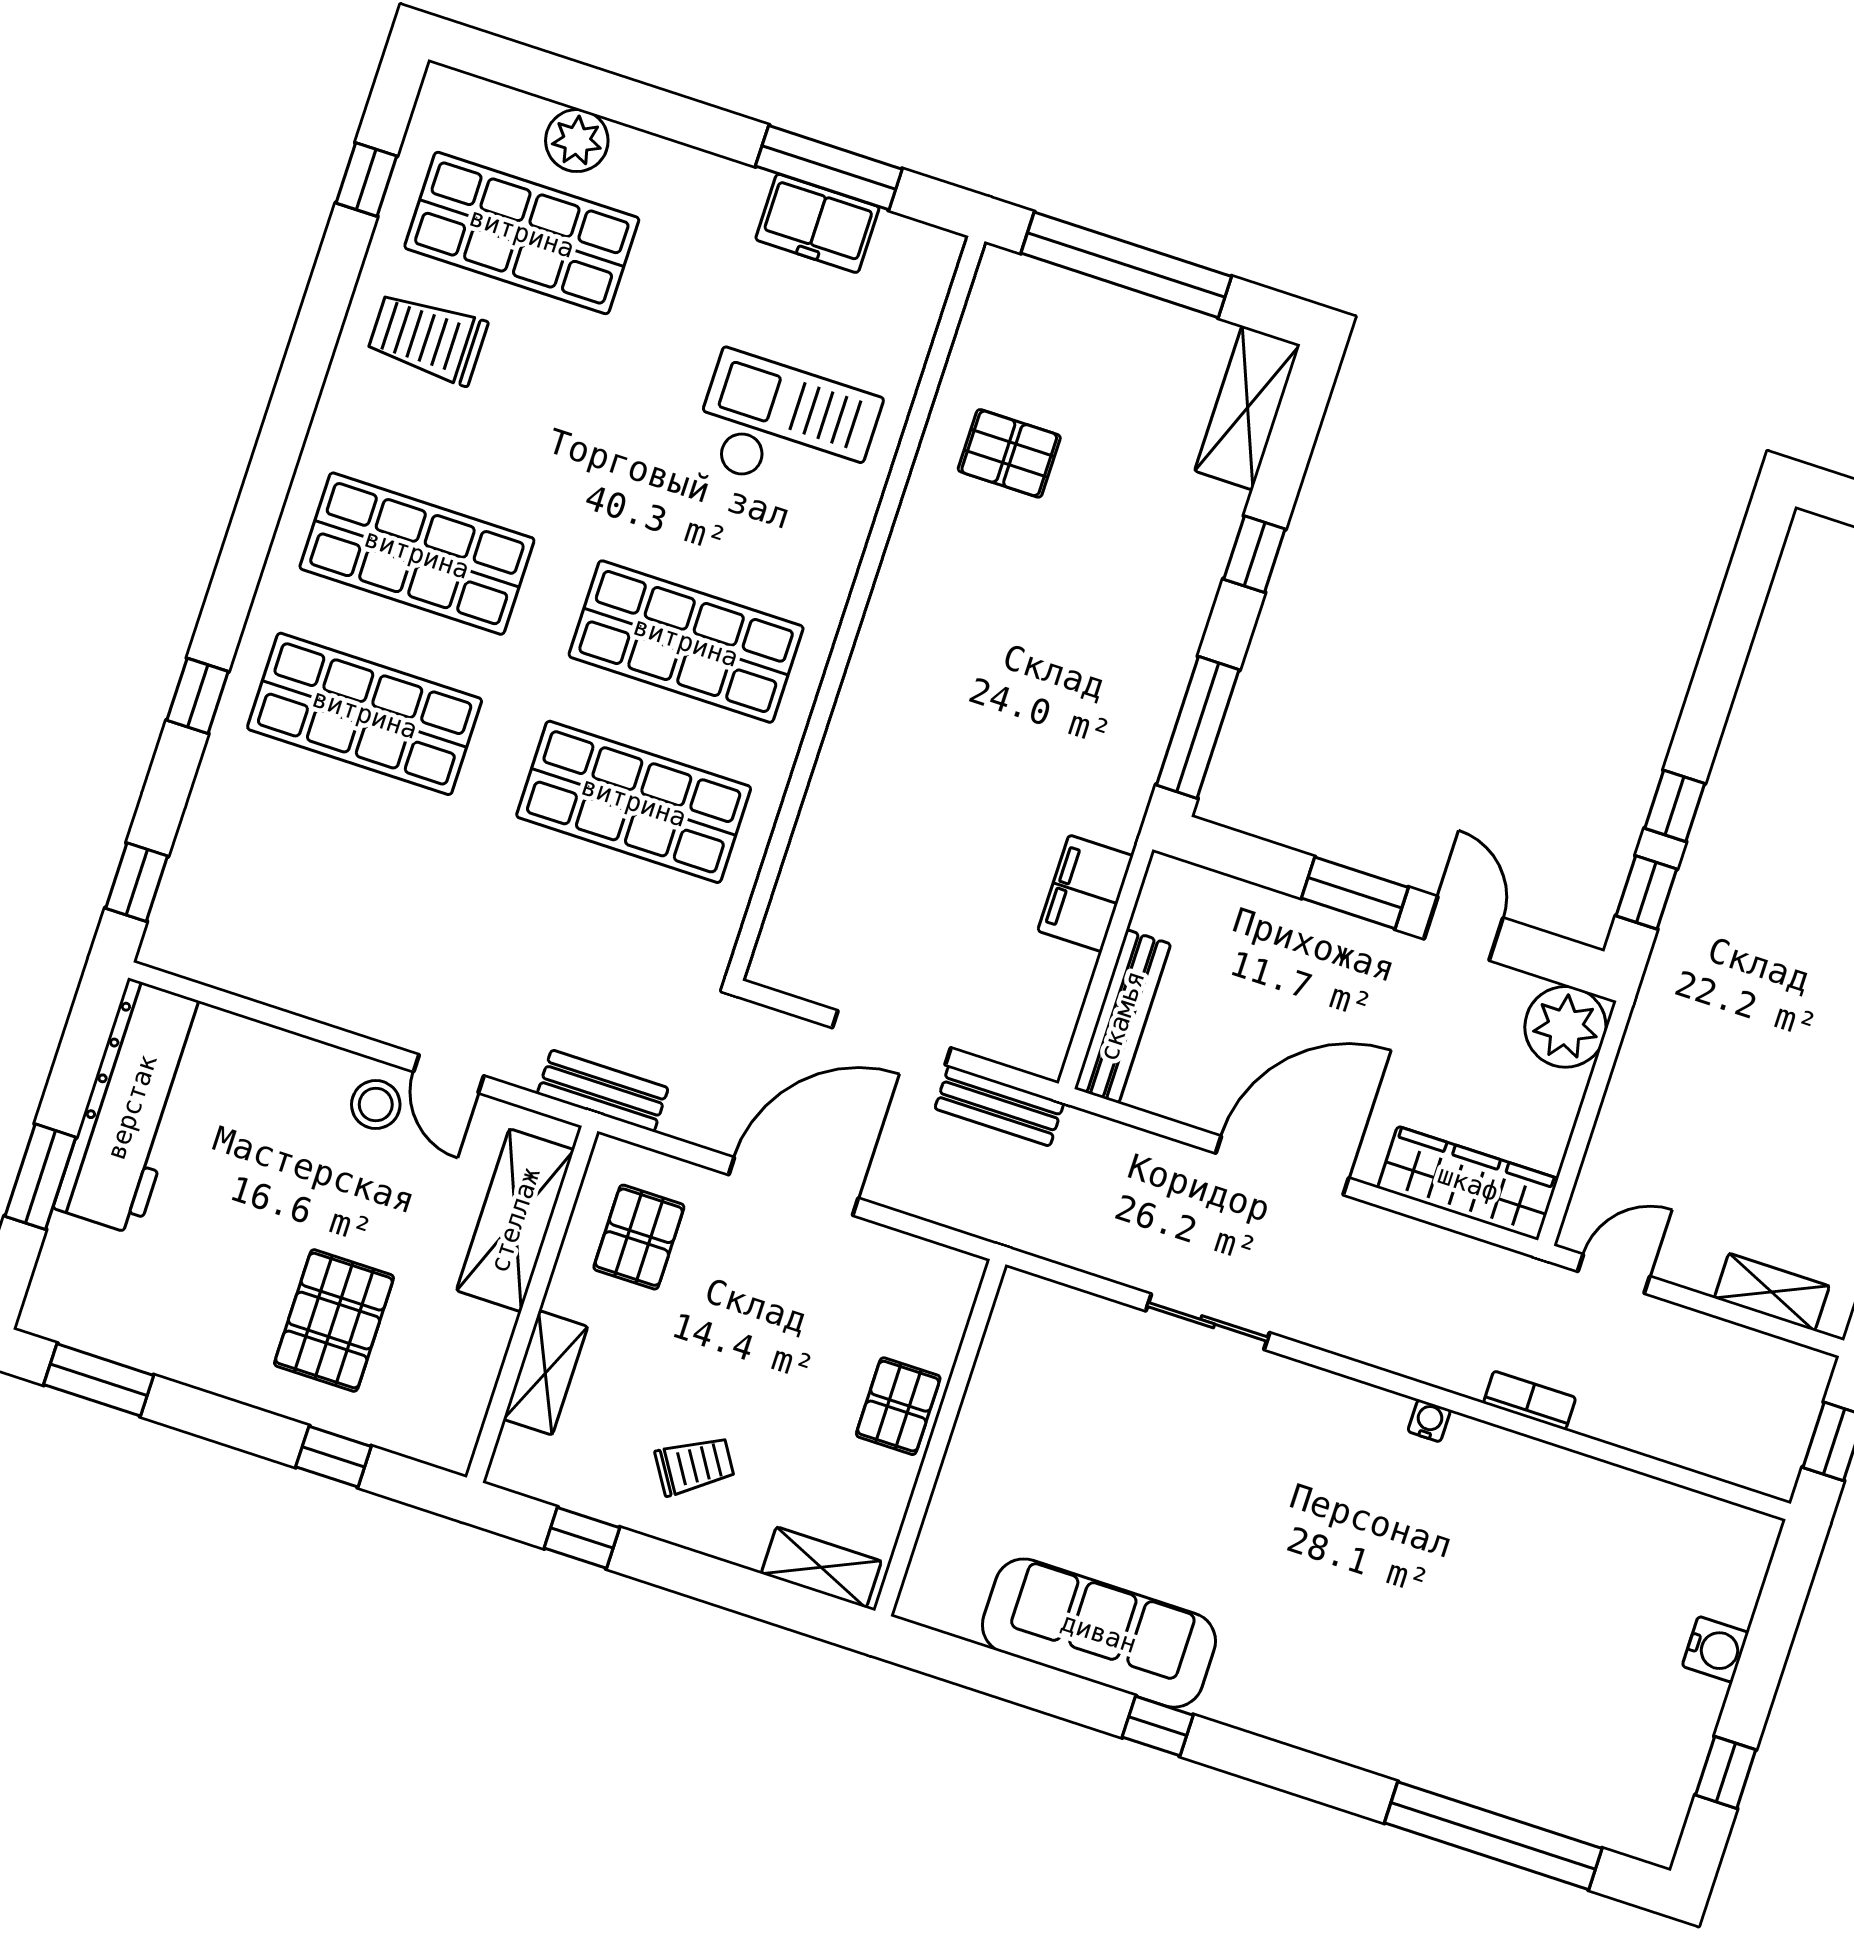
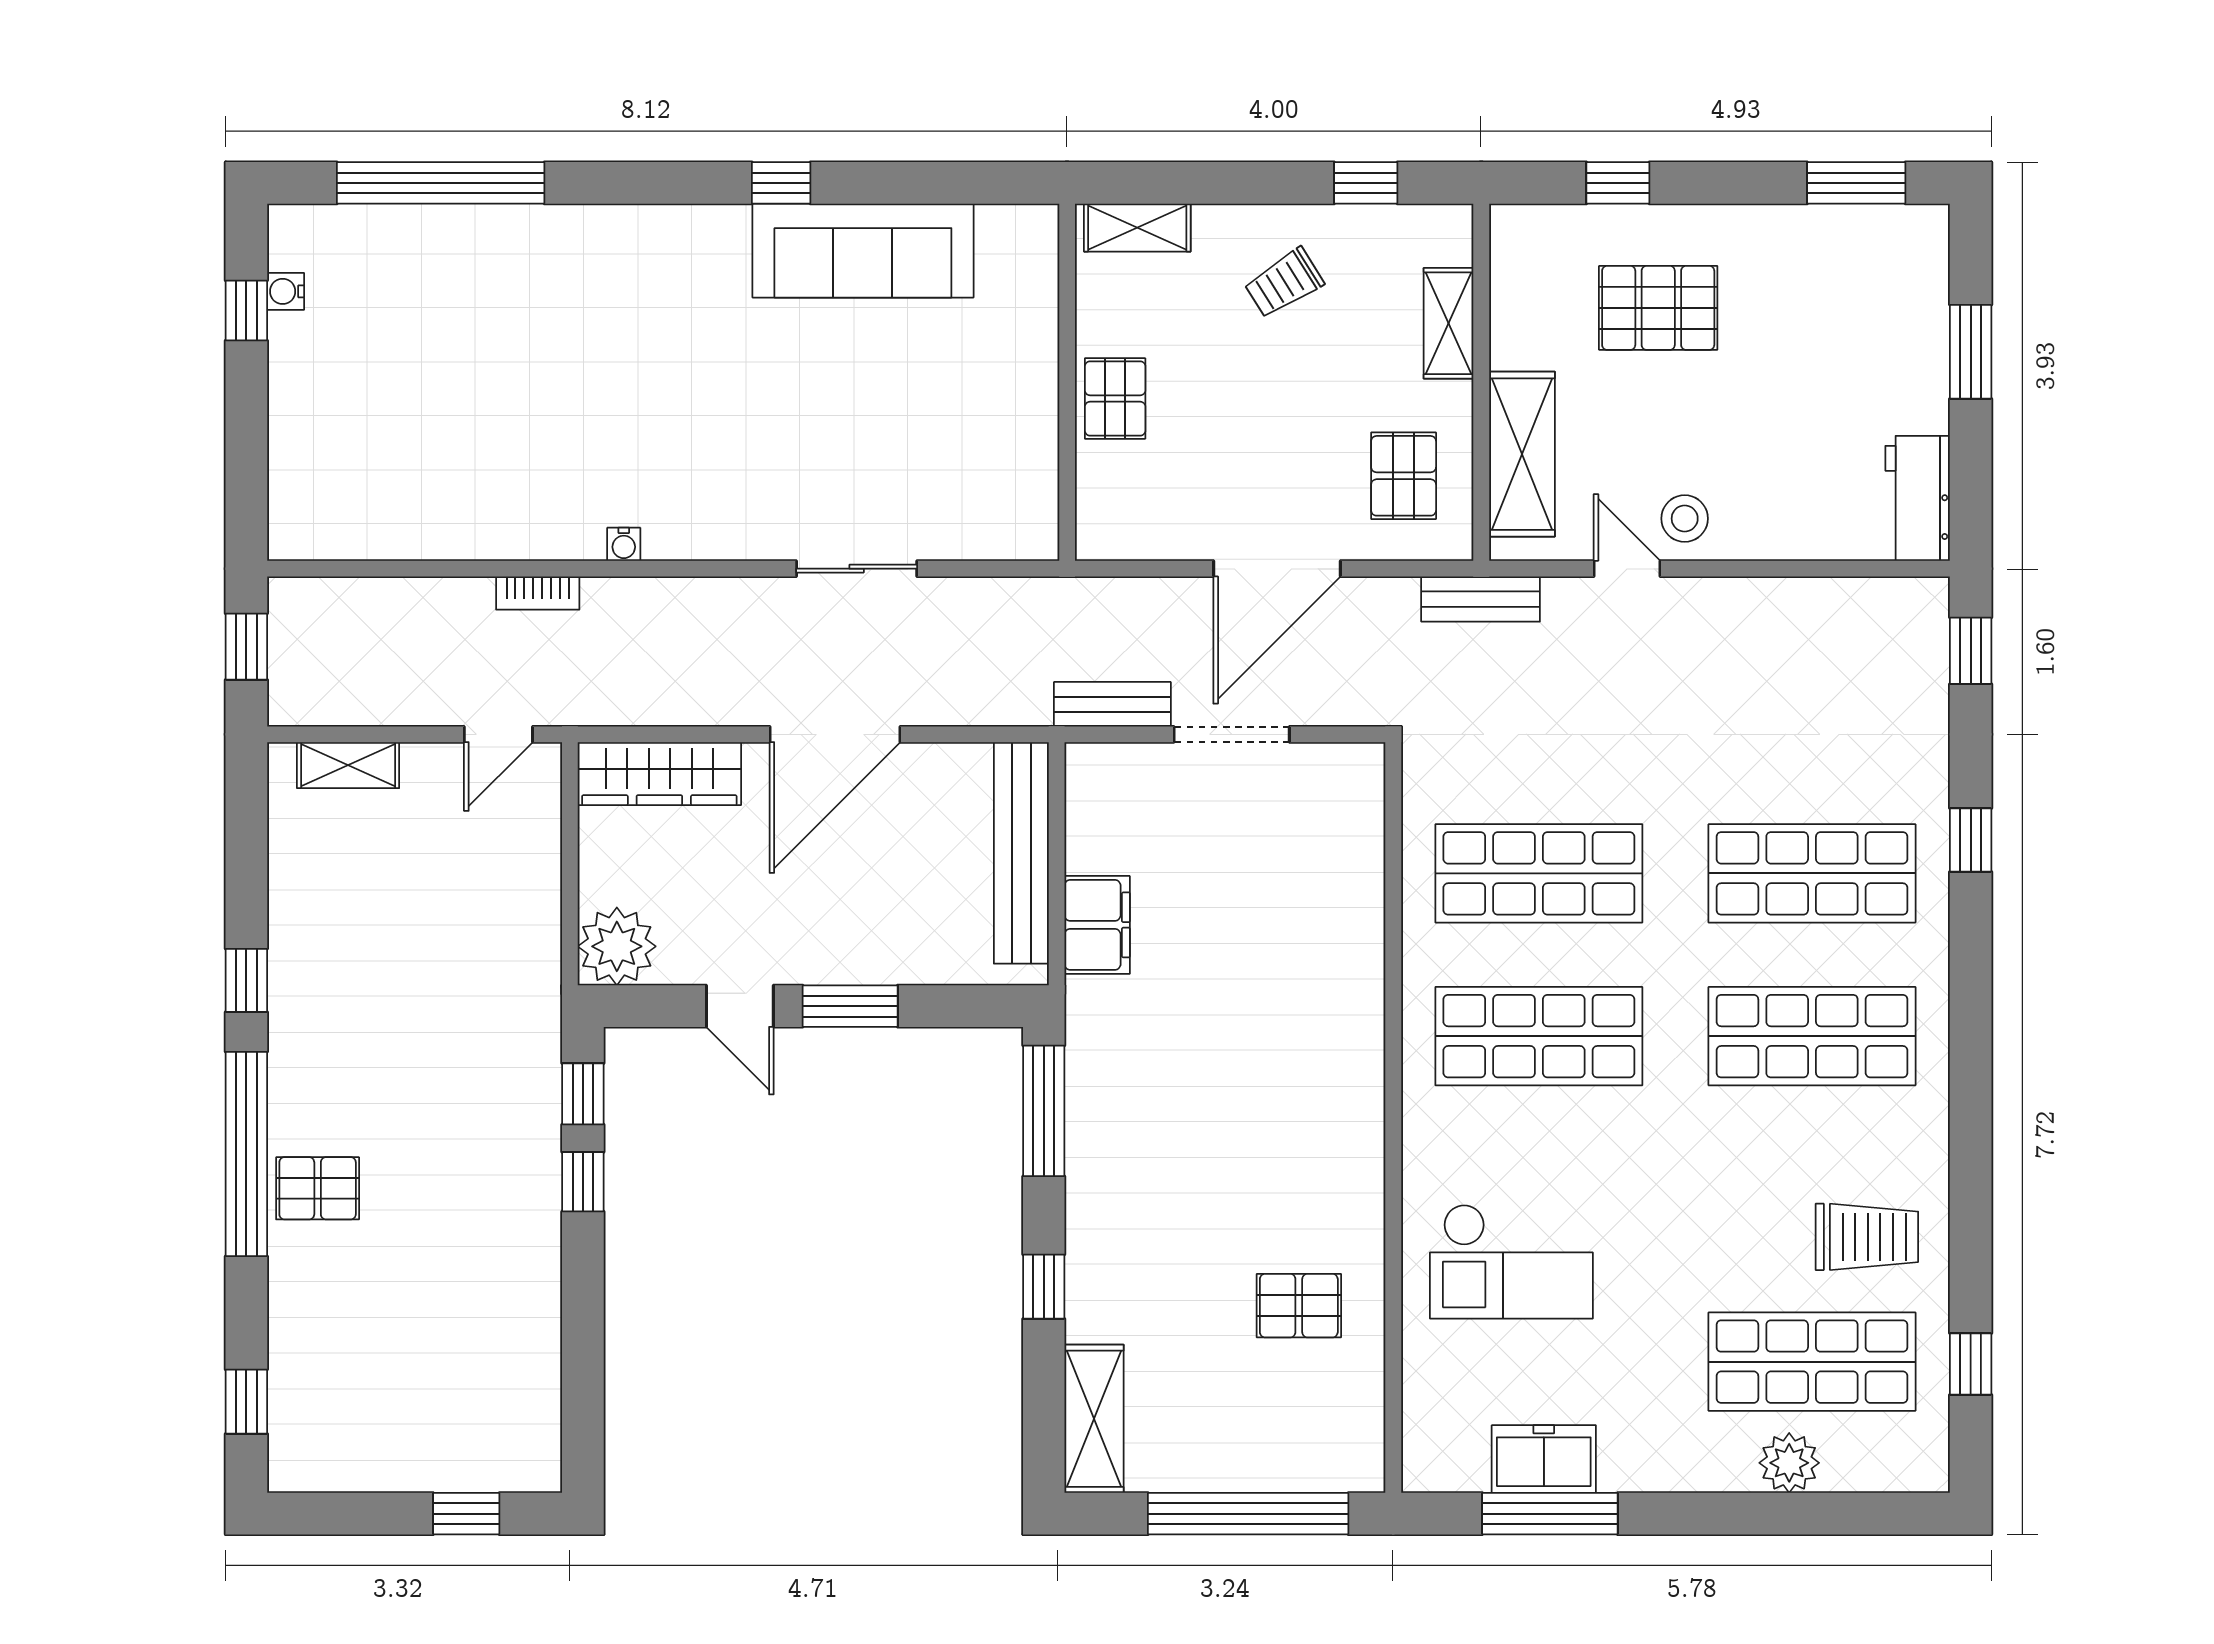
bench: (1122, 1016) -> (1021, 853), width x1.37, depth x1.21
workbench: (132, 1107) -> (1918, 498), width x0.53, depth x0.76
pallet: (334, 1321) -> (1658, 308), turned 90
water cooler: (1715, 1649) -> (286, 291), moved, width x0.72, depth x0.72

